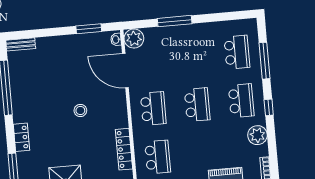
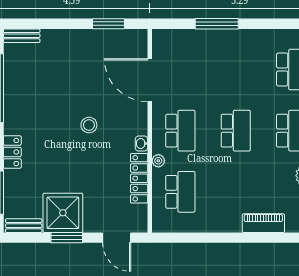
washbasin: (116, 39) -> (141, 143), moved
plant: (134, 39) -> (158, 161), moved, width x0.53, depth x0.53

